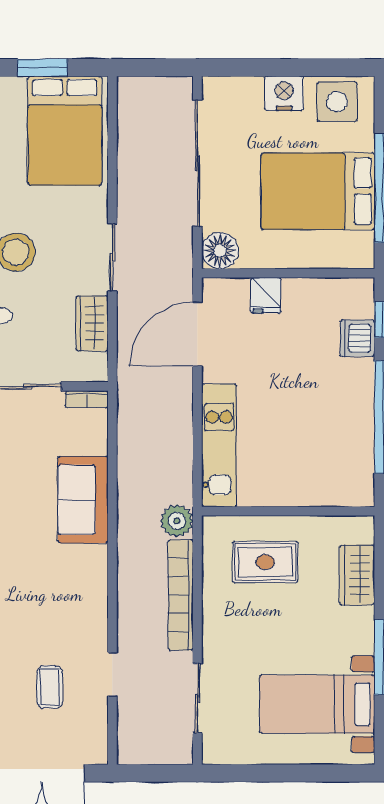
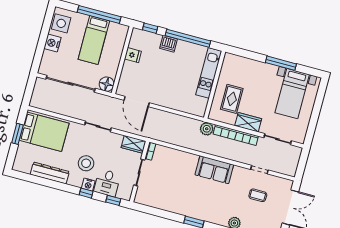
bed: (318, 191) -> (94, 40), width x0.67
fridge: (266, 295) -> (133, 55), moved
wardrobe: (92, 323) -> (134, 144), moved
dishwasher: (357, 338) -> (169, 44), moved
kitchen unit: (219, 445) -> (209, 73), moved, turned -90
sofa: (83, 500) -> (214, 170), moved
wardrobe: (357, 575) -> (248, 122), moved, turned 180

